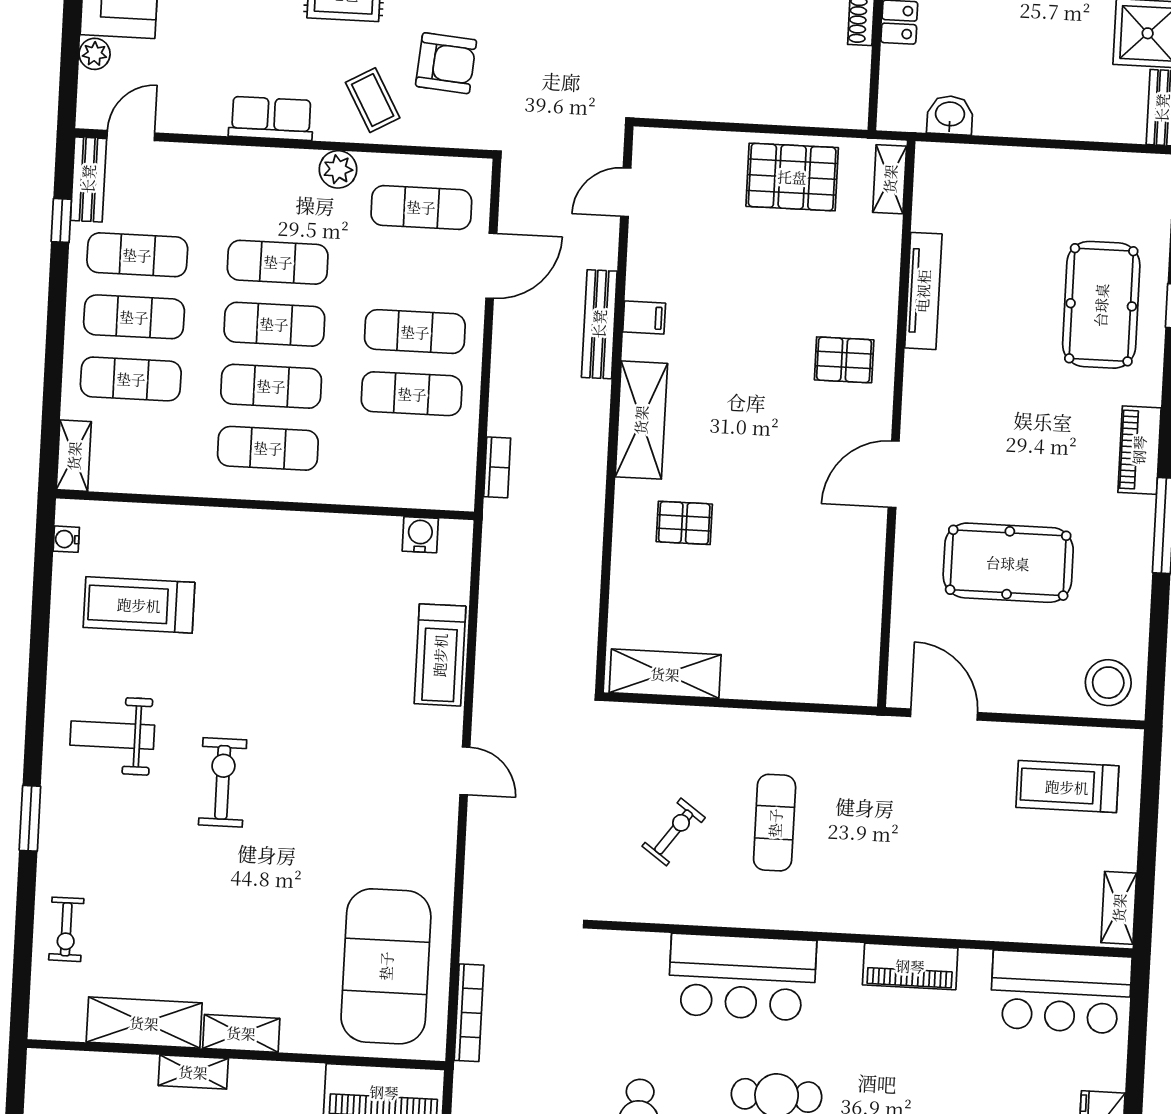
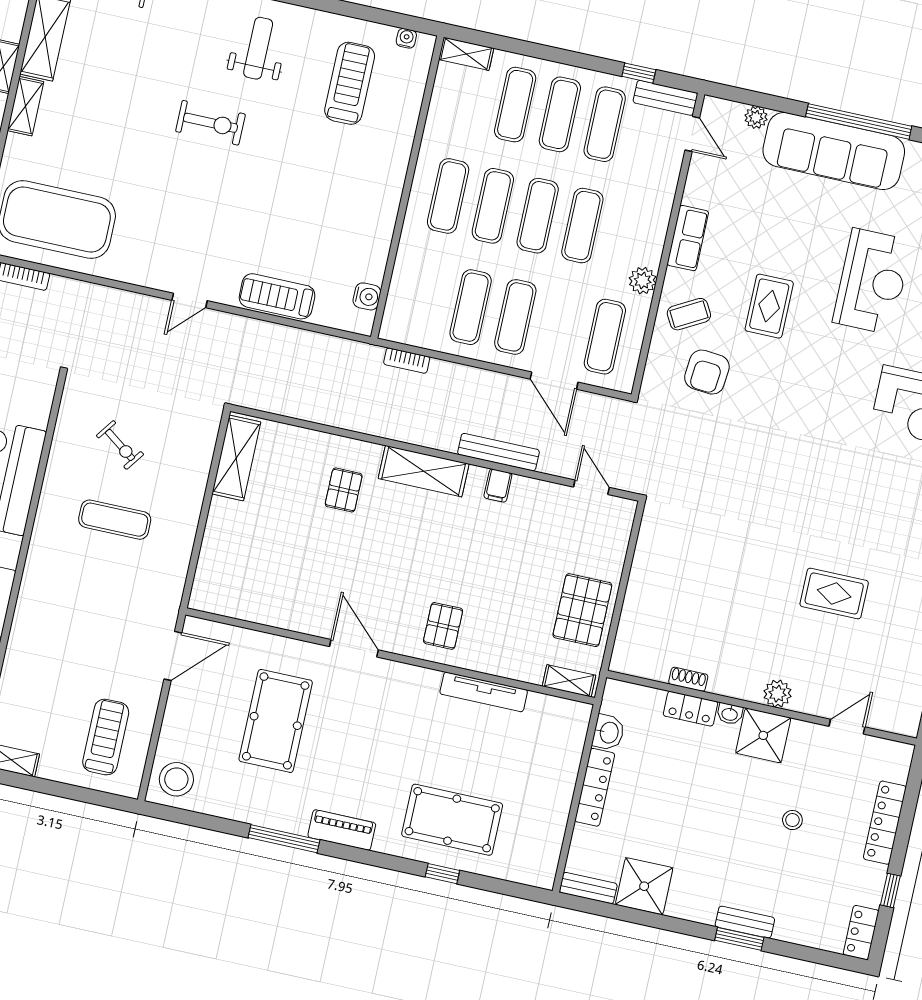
locker: (1026, 121) -> (595, 787), added

